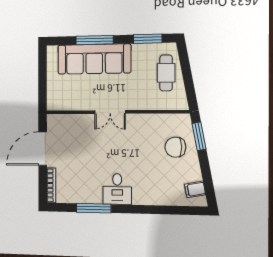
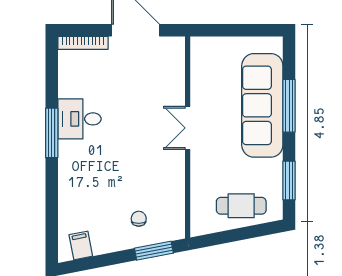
chair: (175, 147) -> (139, 219), width x0.54, depth x0.54
desk: (117, 189) -> (79, 119), moved
window: (94, 208) -> (52, 133), moved

